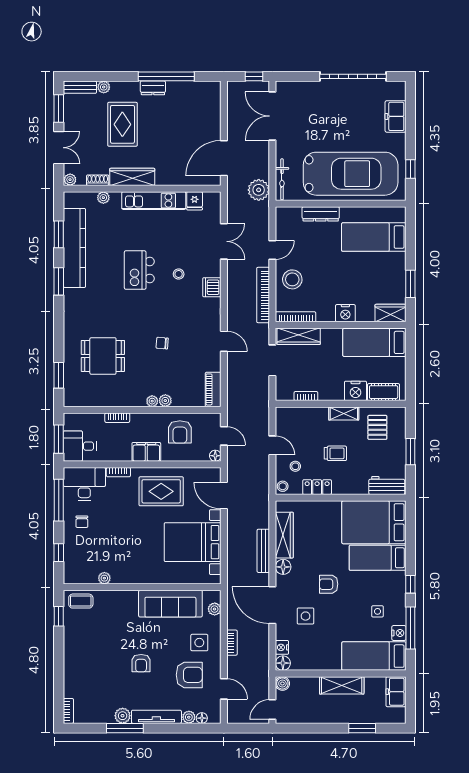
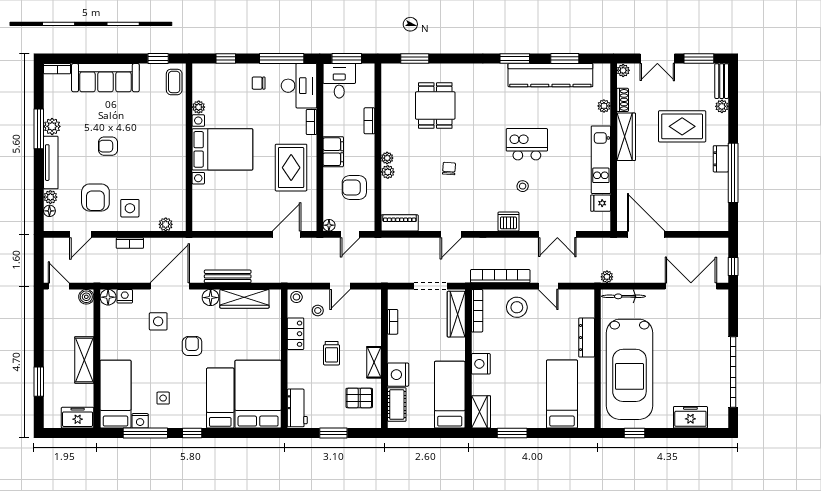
plant: (259, 190) -> (607, 277), width x0.53, depth x0.53
bed with nightstands: (193, 542) -> (222, 149), moved, turned 90
sofa: (170, 604) -> (105, 78), moved, turned -90

